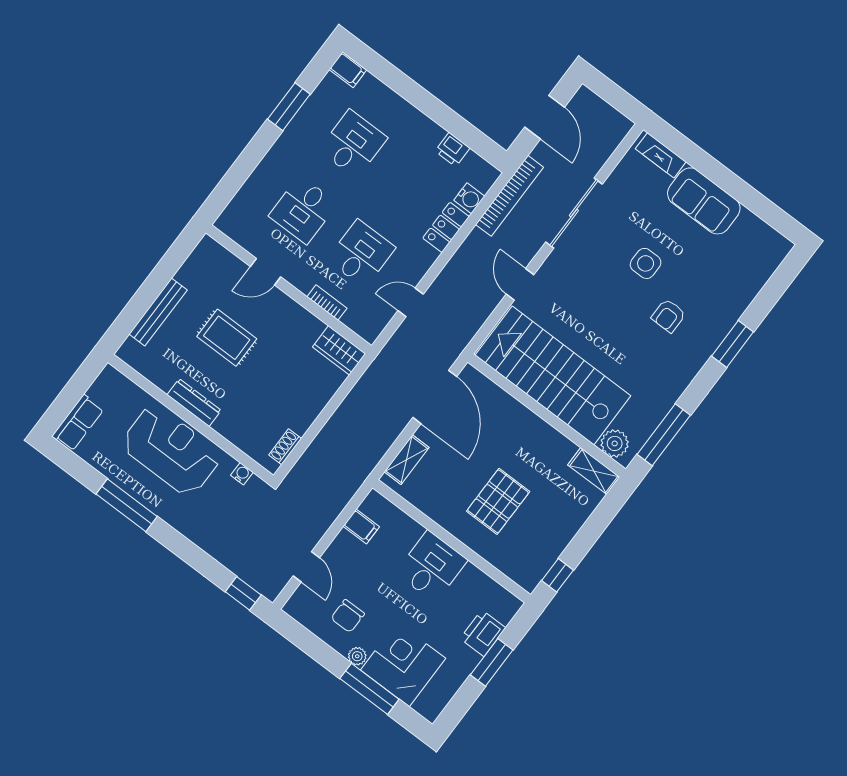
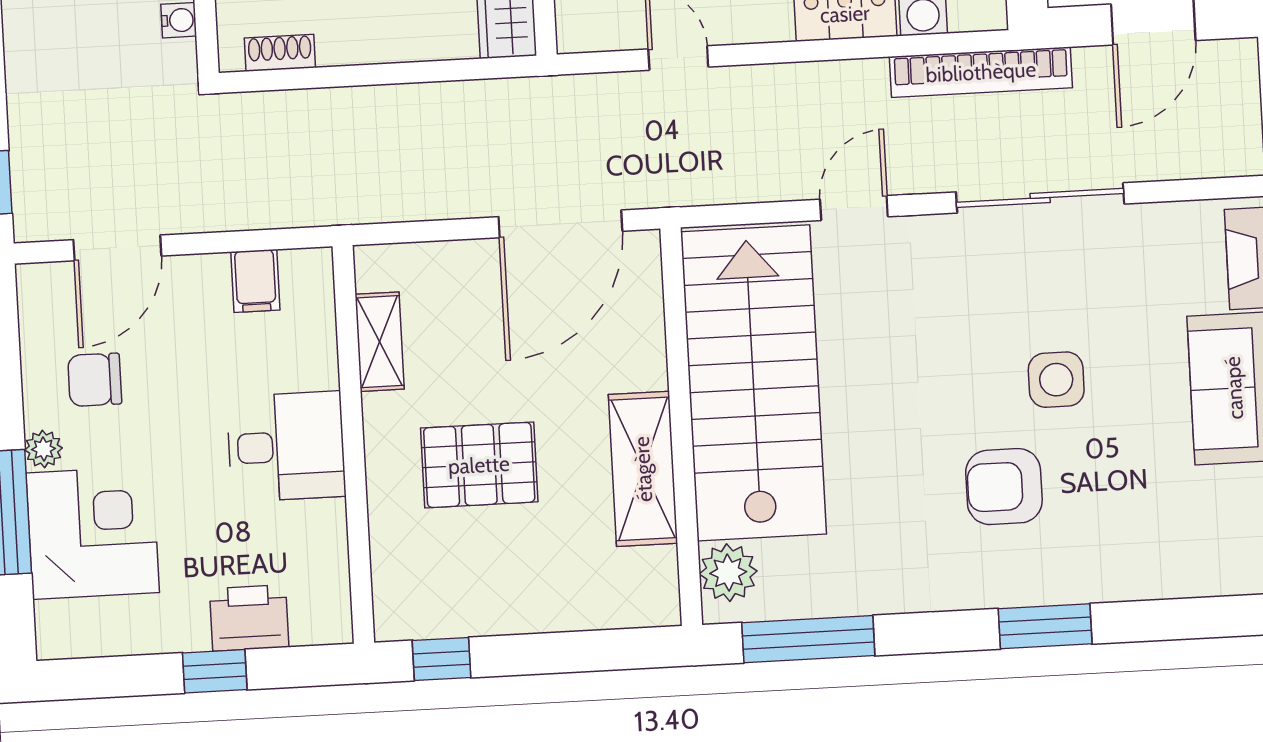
armchair: (669, 316) -> (1004, 487), width x1.38, depth x1.38
shelving: (407, 460) -> (380, 342), moved, turned 90
shelving: (594, 471) -> (643, 469), moved, width x1.50, depth x1.33
door: (306, 567) -> (117, 248), width x1.38
window: (492, 662) -> (215, 671), width x0.67

